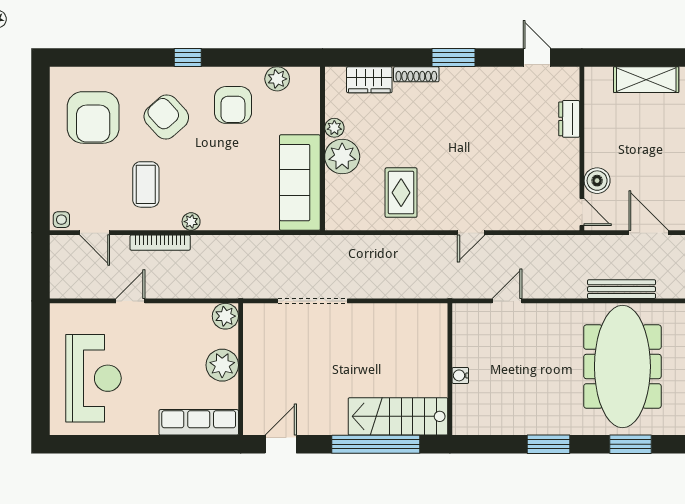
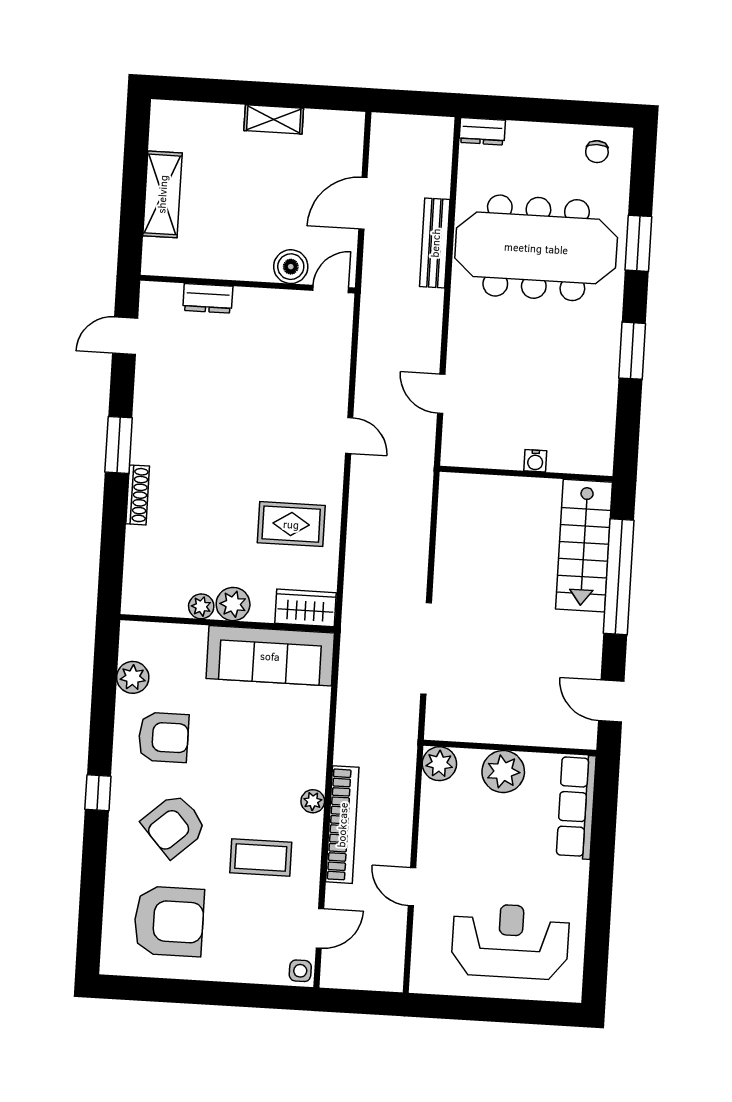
wardrobe: (369, 80) -> (306, 608), moved, turned -90
plant: (342, 157) -> (233, 604), width x0.73, depth x0.73
bookcase: (160, 243) -> (342, 825), width x1.48, depth x1.31

